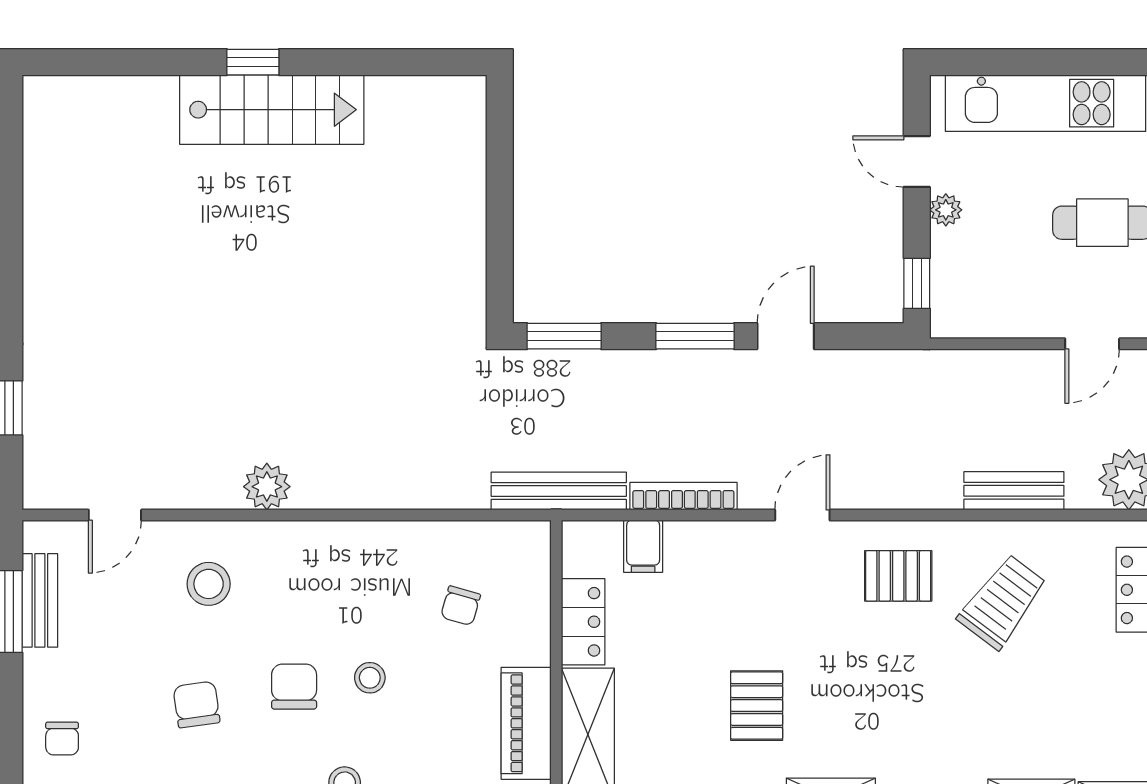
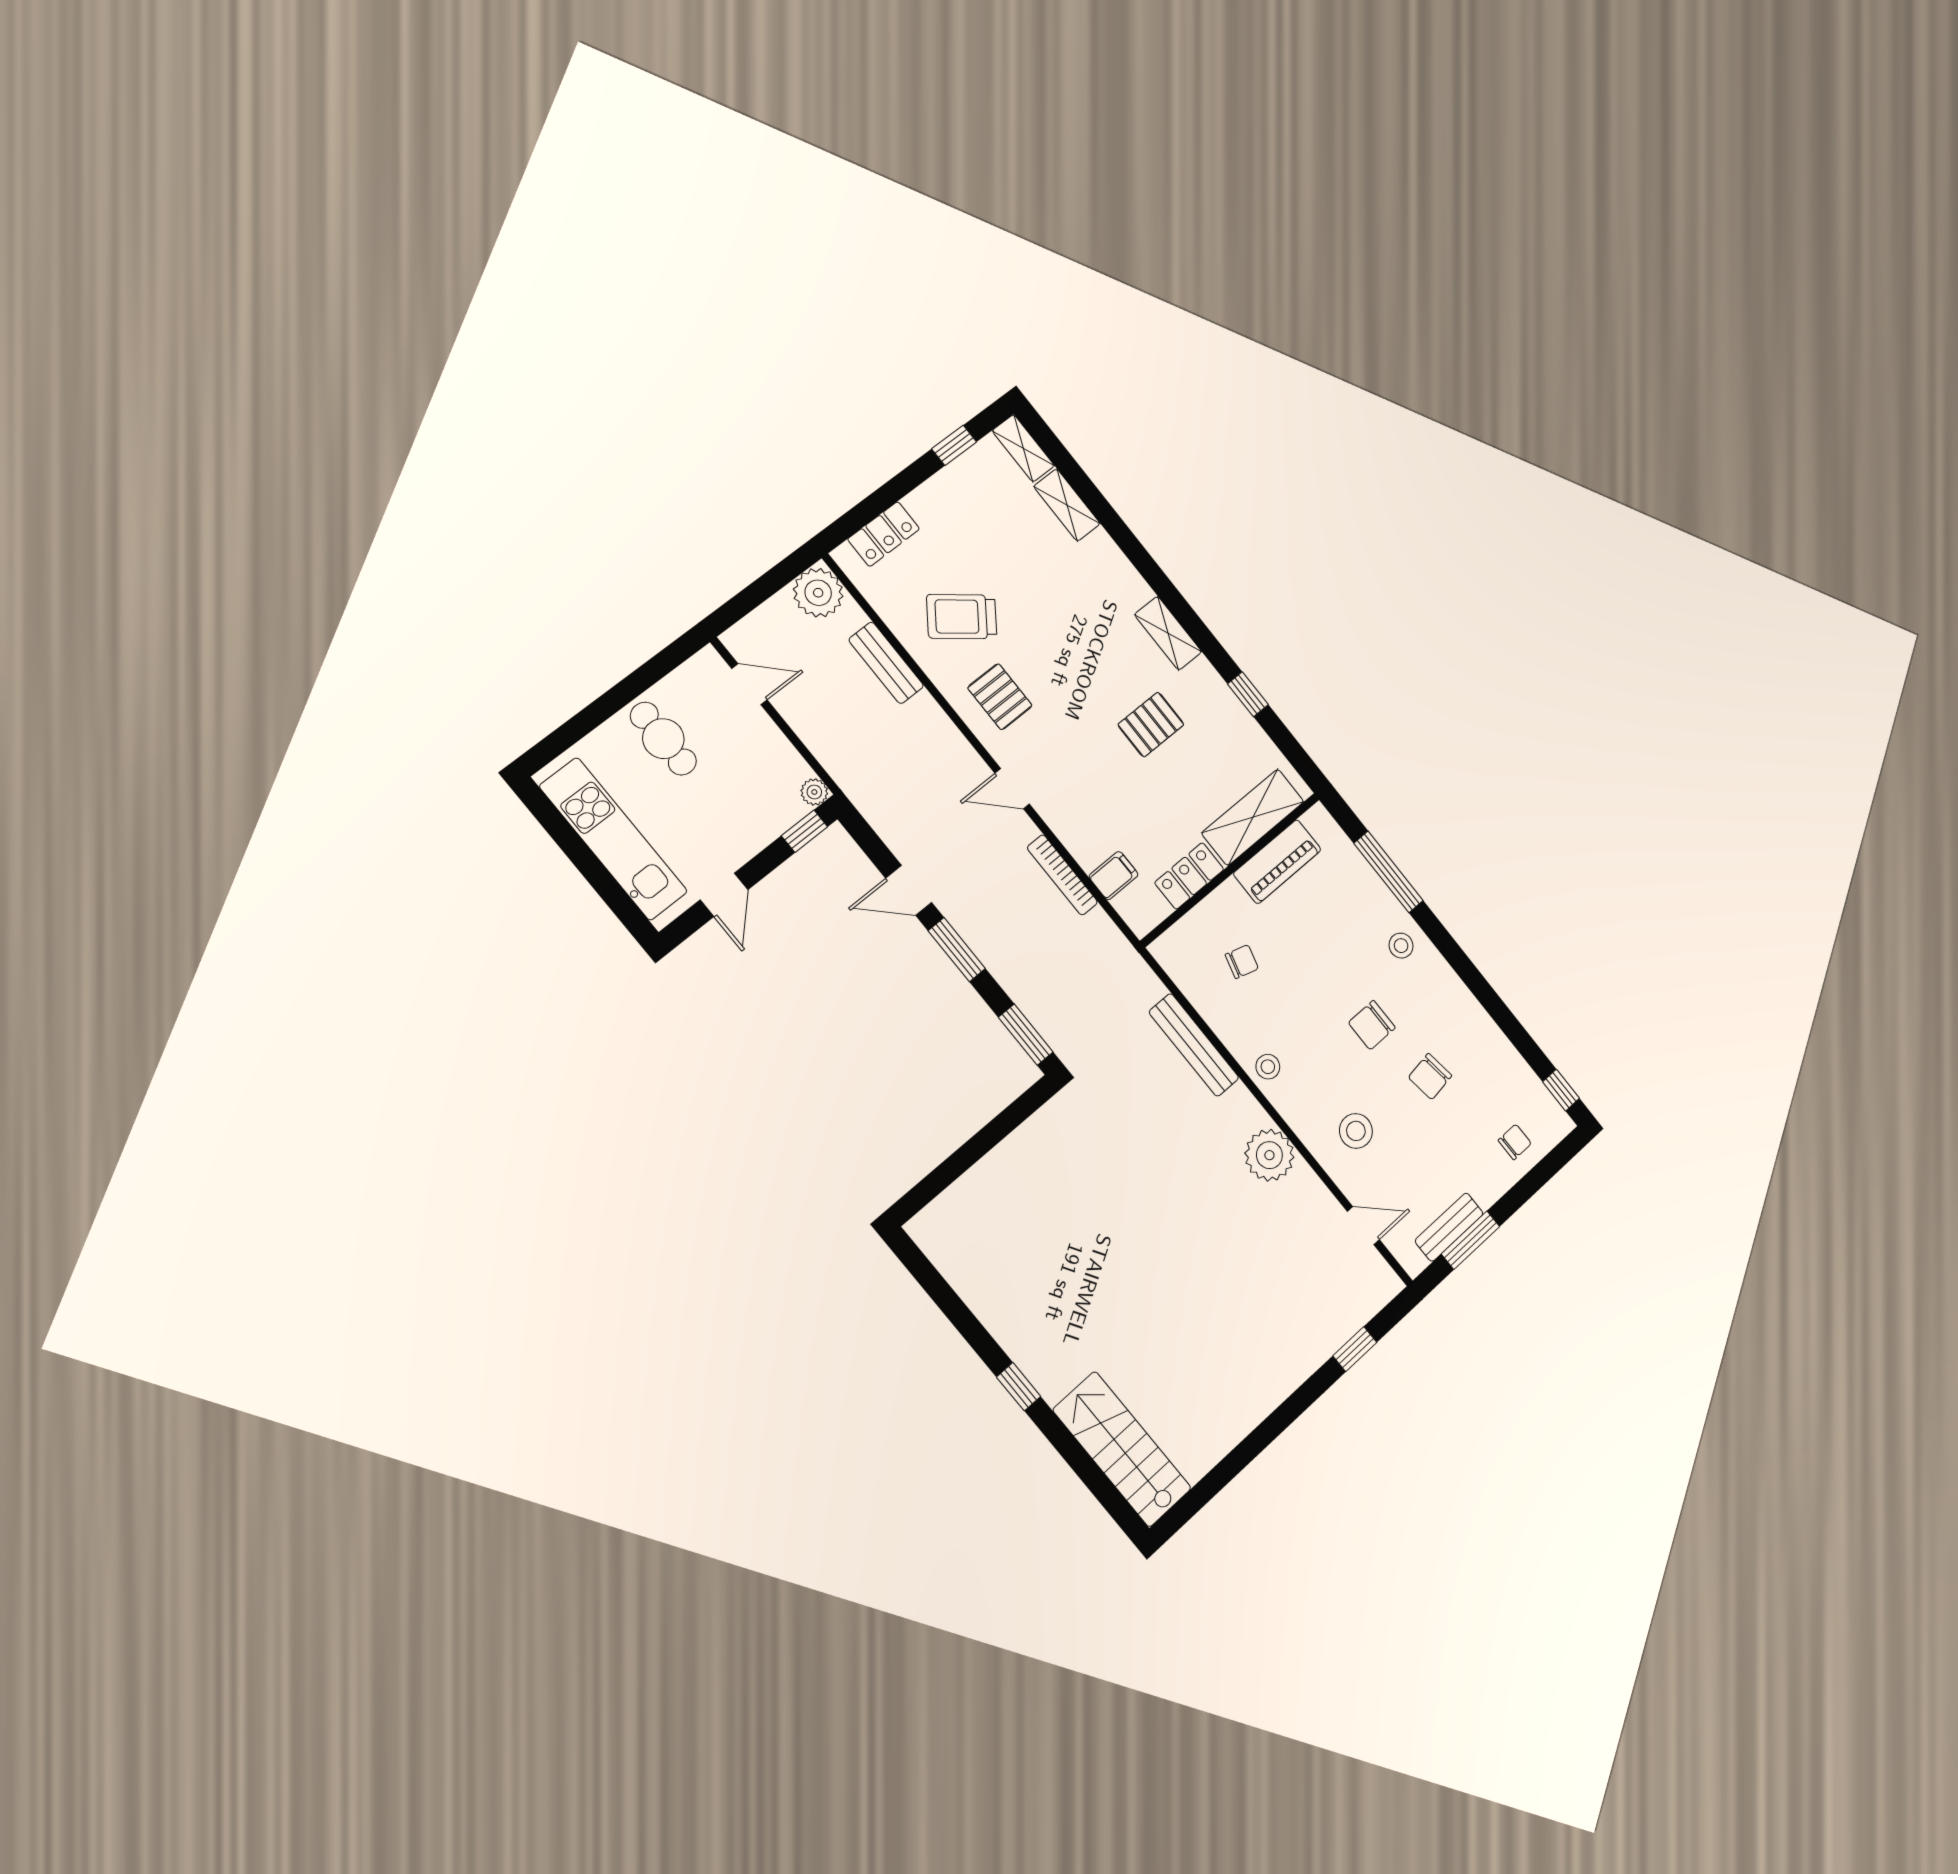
stairs: (272, 110) -> (1122, 1449), moved
plant: (946, 210) -> (814, 792), moved
plant: (267, 487) -> (1269, 1155), width x1.36, depth x1.36
bench: (559, 491) -> (1194, 1045), moved
stool: (370, 678) -> (1268, 1067), moved

